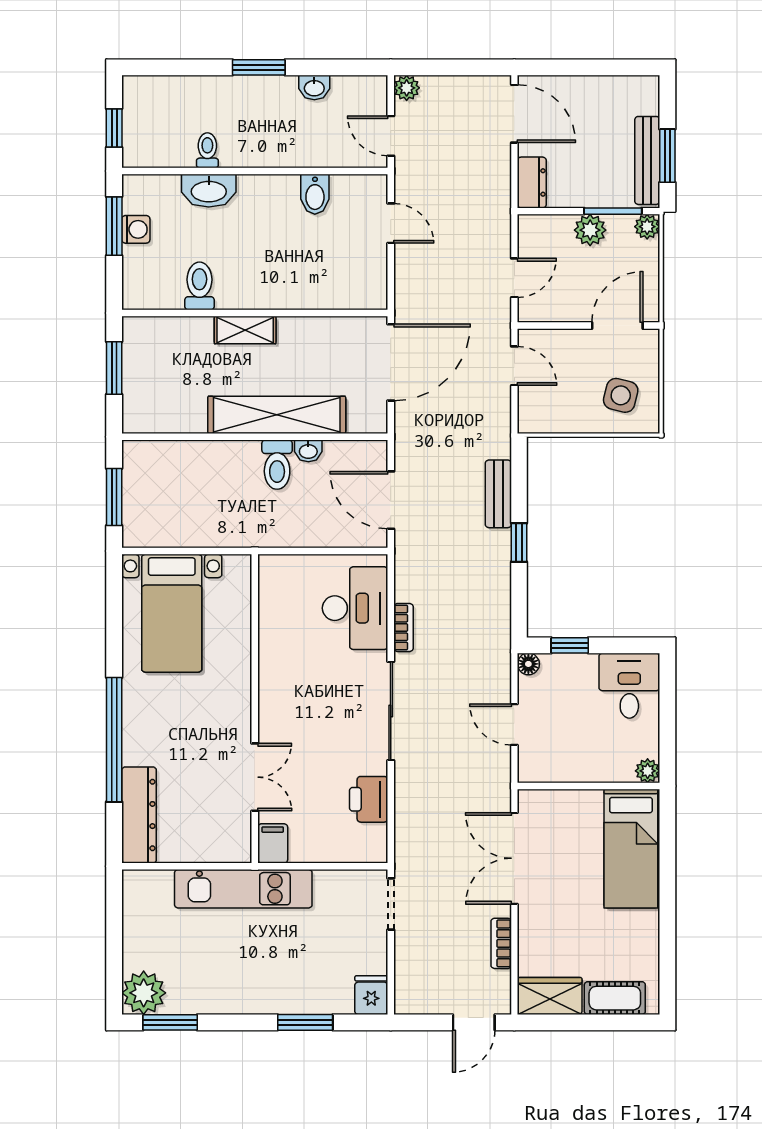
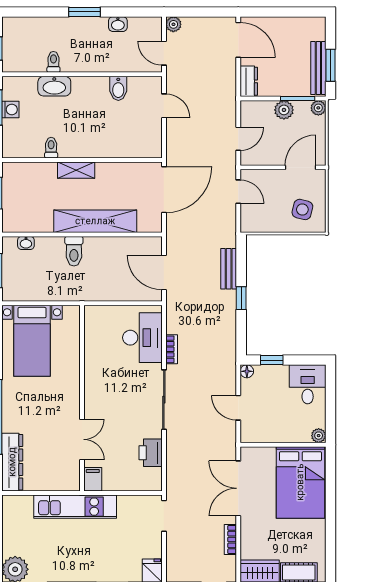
toilet: (199, 286) -> (51, 148), width x0.73, depth x0.72
washbasin: (308, 451) -> (26, 243), moved
toilet: (277, 465) -> (74, 251), moved
bed: (631, 849) -> (300, 482), width x1.50

